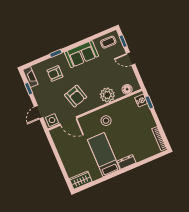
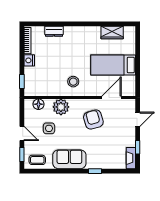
armchair: (55, 73) -> (105, 151), removed
nightstand: (141, 101) -> (29, 60), moved
side table: (52, 120) -> (49, 128), moved
door: (68, 121) -> (111, 97), hinge flipped
bed: (104, 155) -> (113, 65), moved, turned 90
dresser: (127, 162) -> (54, 31), moved
wardrobe: (81, 180) -> (112, 32), moved

